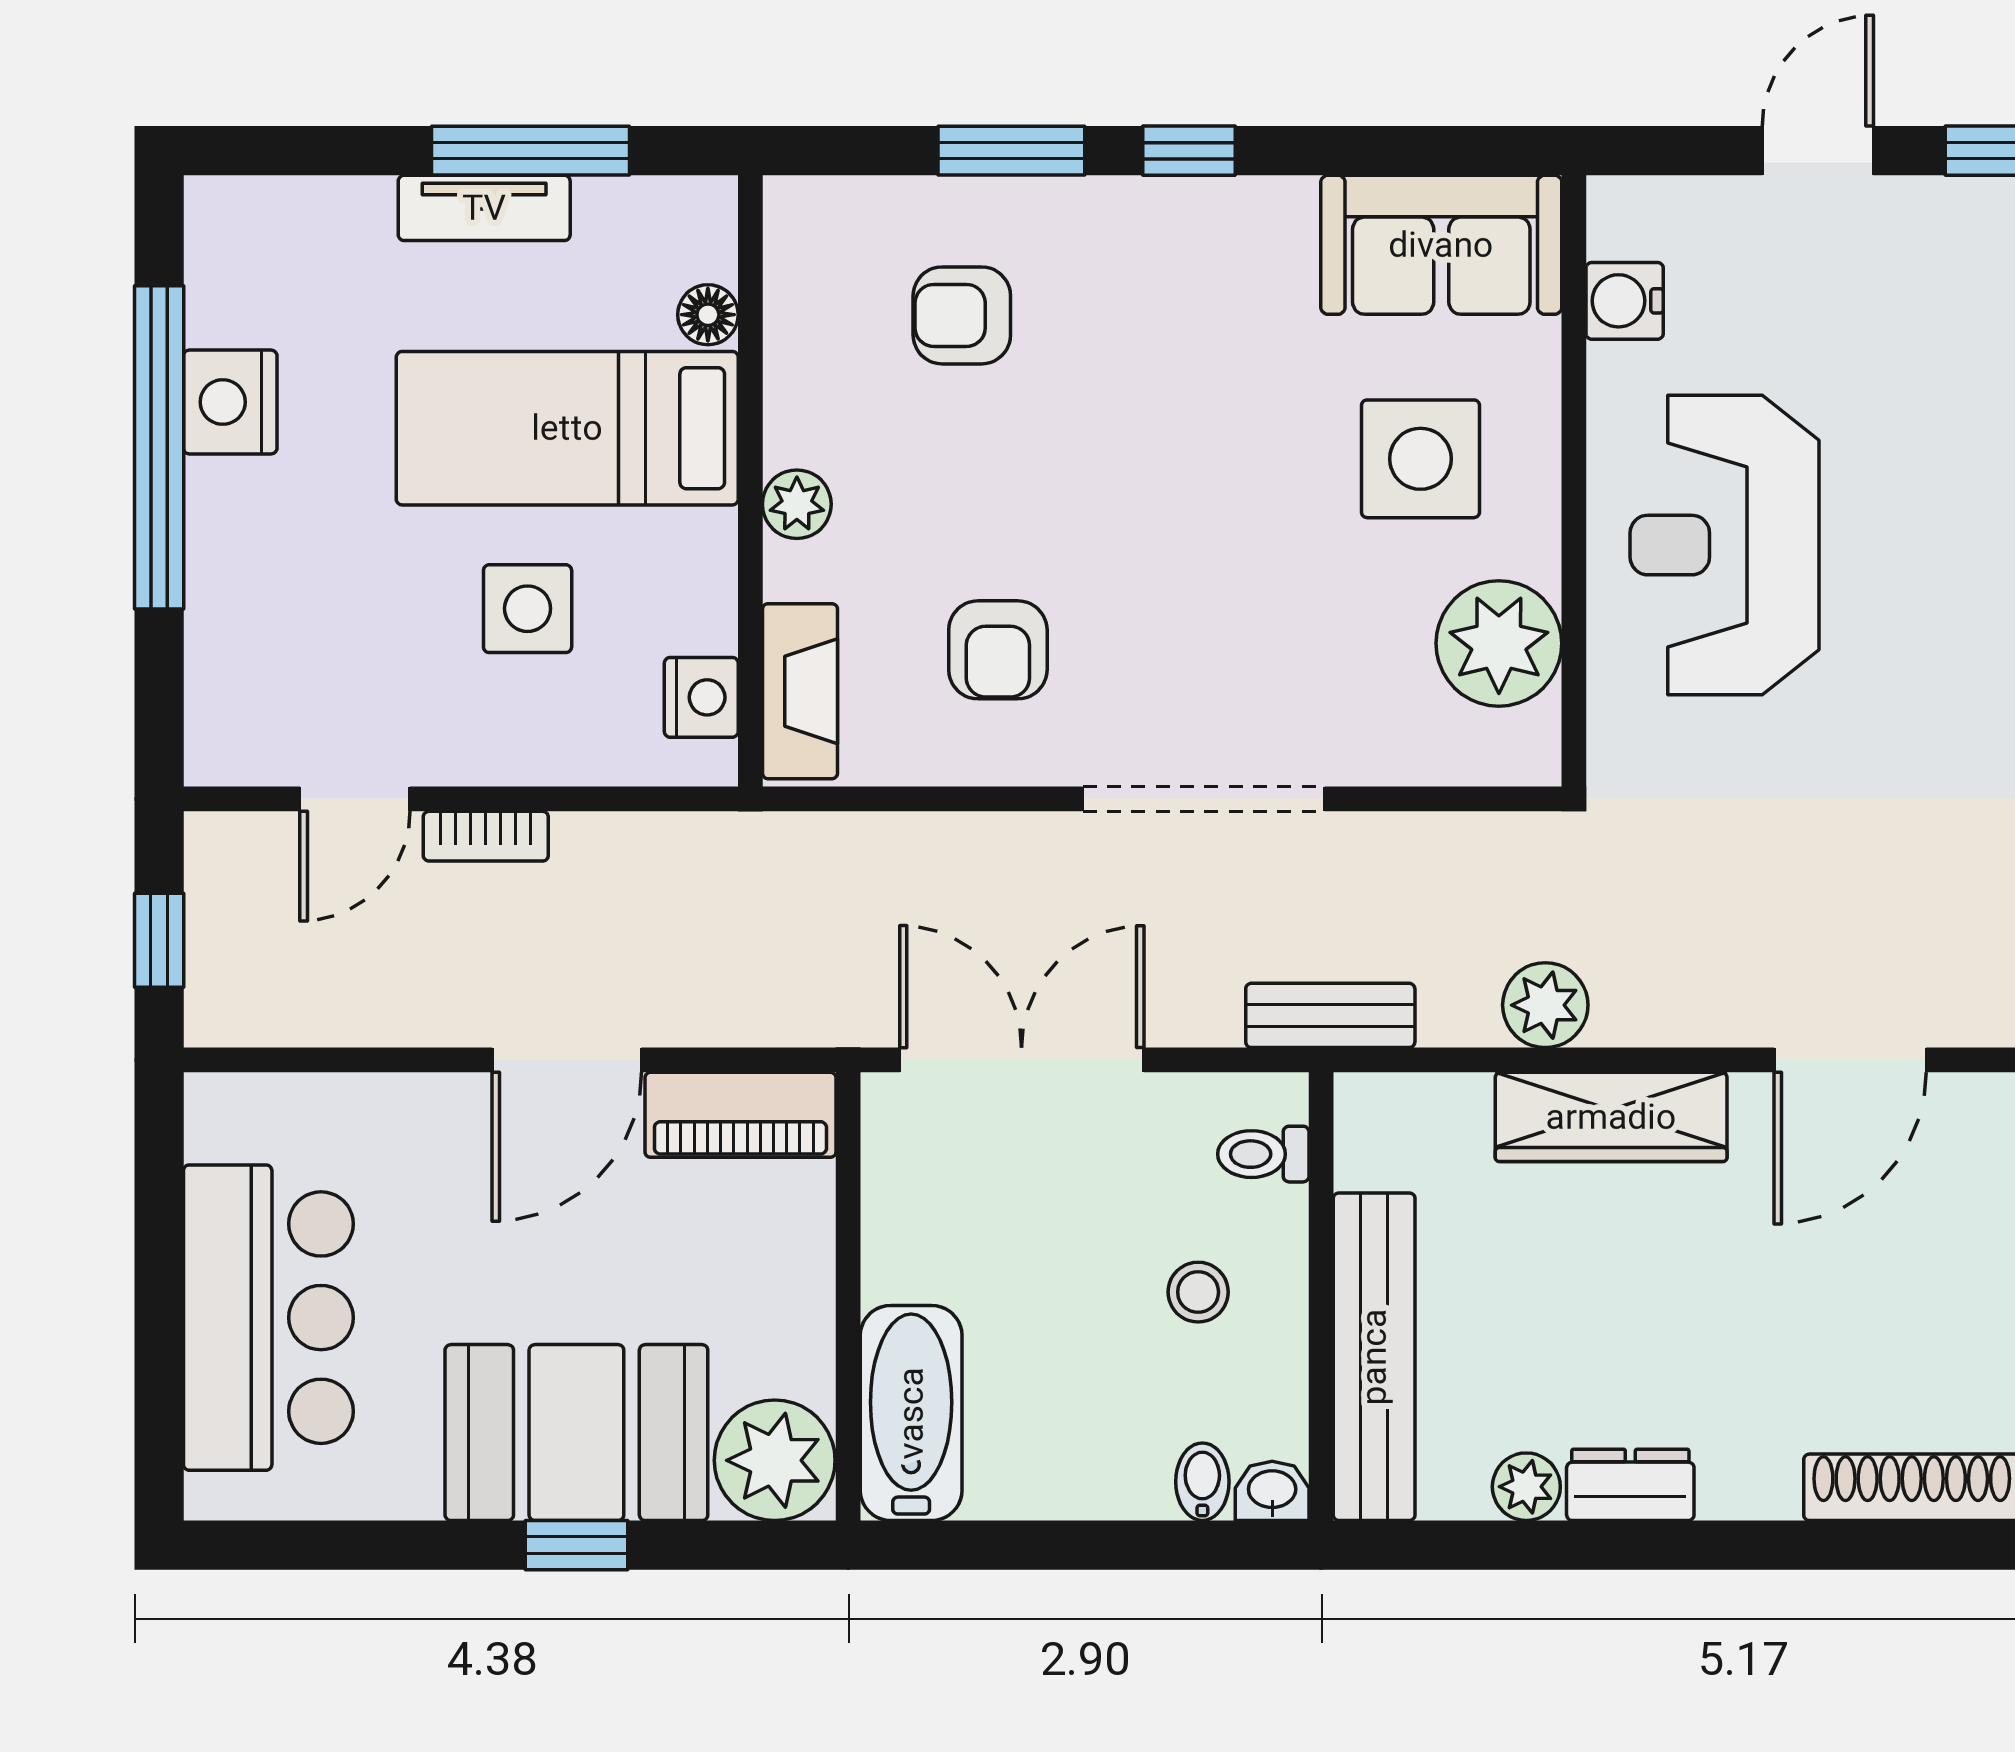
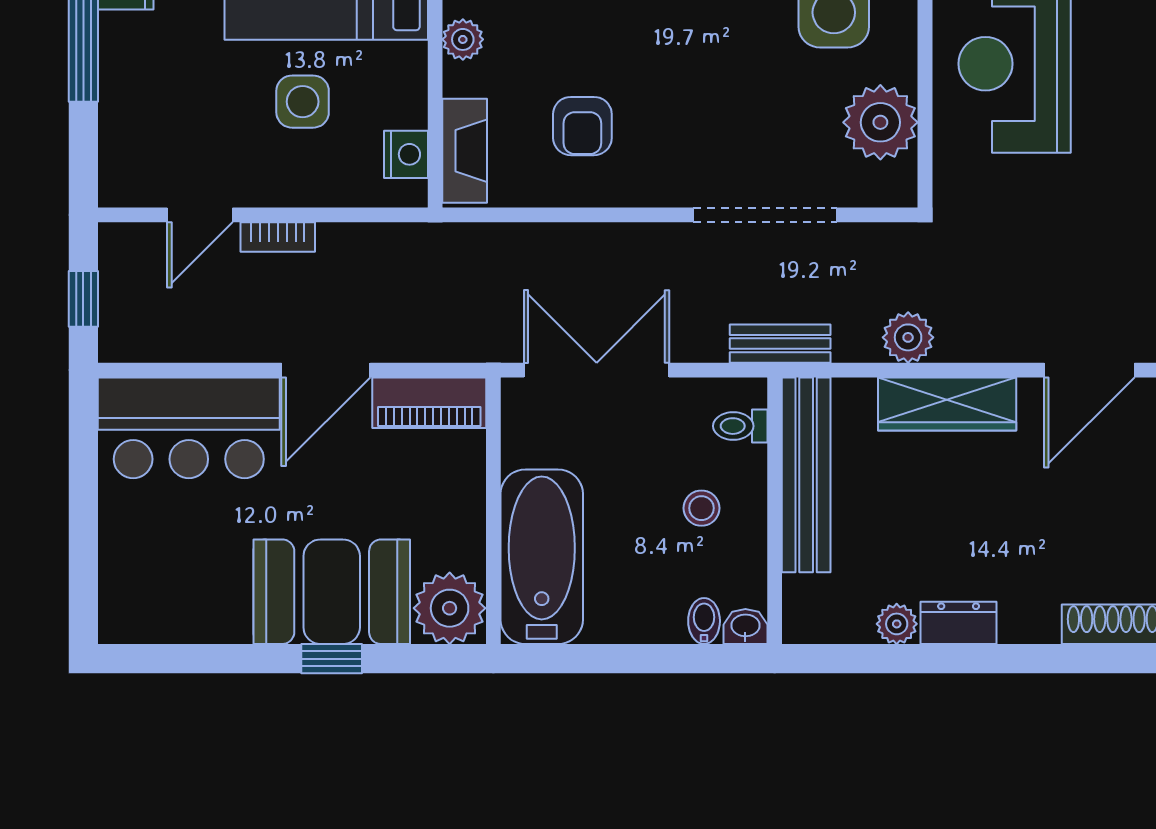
doorway: (1204, 799) -> (765, 215), moved
bar counter: (268, 1318) -> (189, 428), moved, turned 90
bench: (1374, 1357) -> (806, 475), moved
bathtub: (911, 1413) -> (542, 557), width x1.36, depth x1.36

